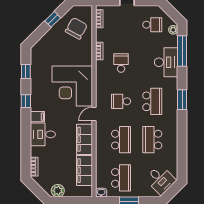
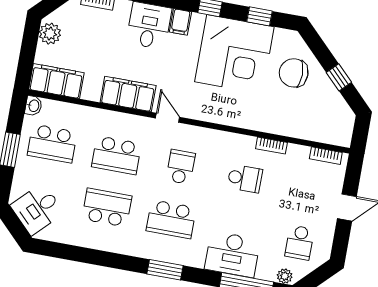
chair: (76, 28) -> (294, 73), moved, turned 151
corner desk: (72, 86) -> (234, 54), moved, turned 180
filing cabinet: (85, 171) -> (56, 81), moved

